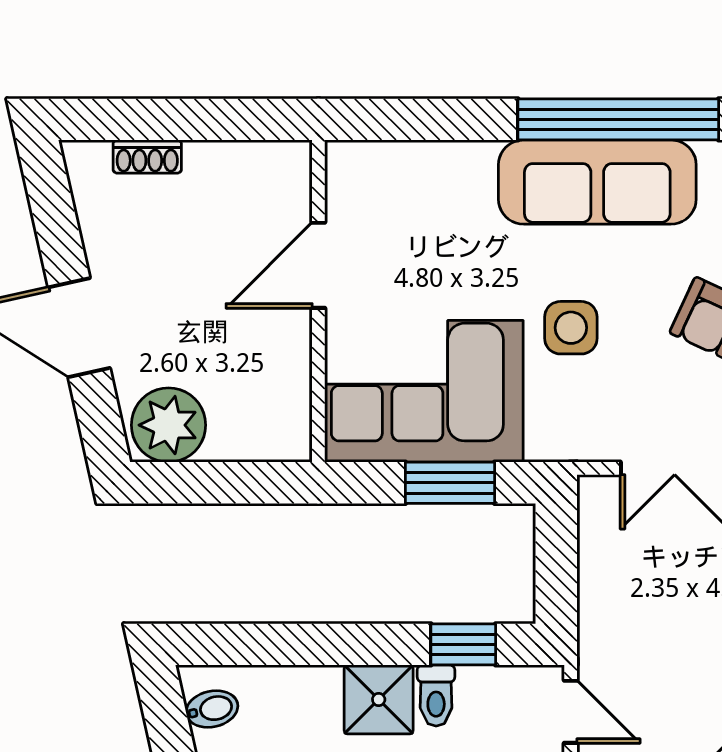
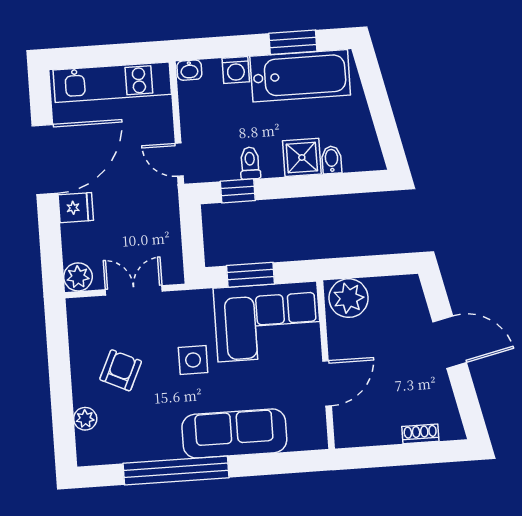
sofa: (597, 182) -> (234, 434), moved
plant: (169, 425) -> (349, 298), moved
shower: (379, 699) -> (302, 157), moved
bidet: (212, 709) -> (332, 160), moved, turned 103

